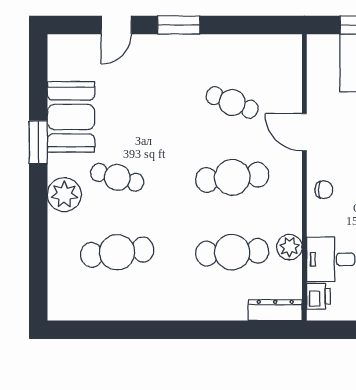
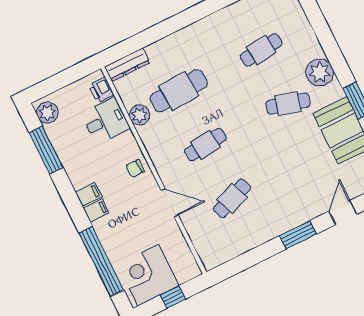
cafe table: (232, 102) -> (232, 198), turned -42
cafe table: (232, 177) -> (205, 145), width x0.73, depth x0.74
cafe table: (117, 252) -> (261, 50), width x0.73, depth x0.74

